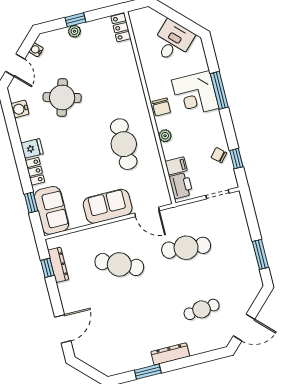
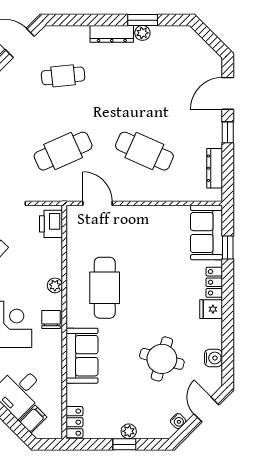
filing cabinet: (176, 166) -> (33, 419), moved, turned 135
sofa: (108, 206) -> (82, 356), moved, turned -90
cafe table: (186, 248) -> (63, 151), turned -30
window: (47, 268) -> (228, 132), moved
plant: (145, 361) -> (142, 33), added

